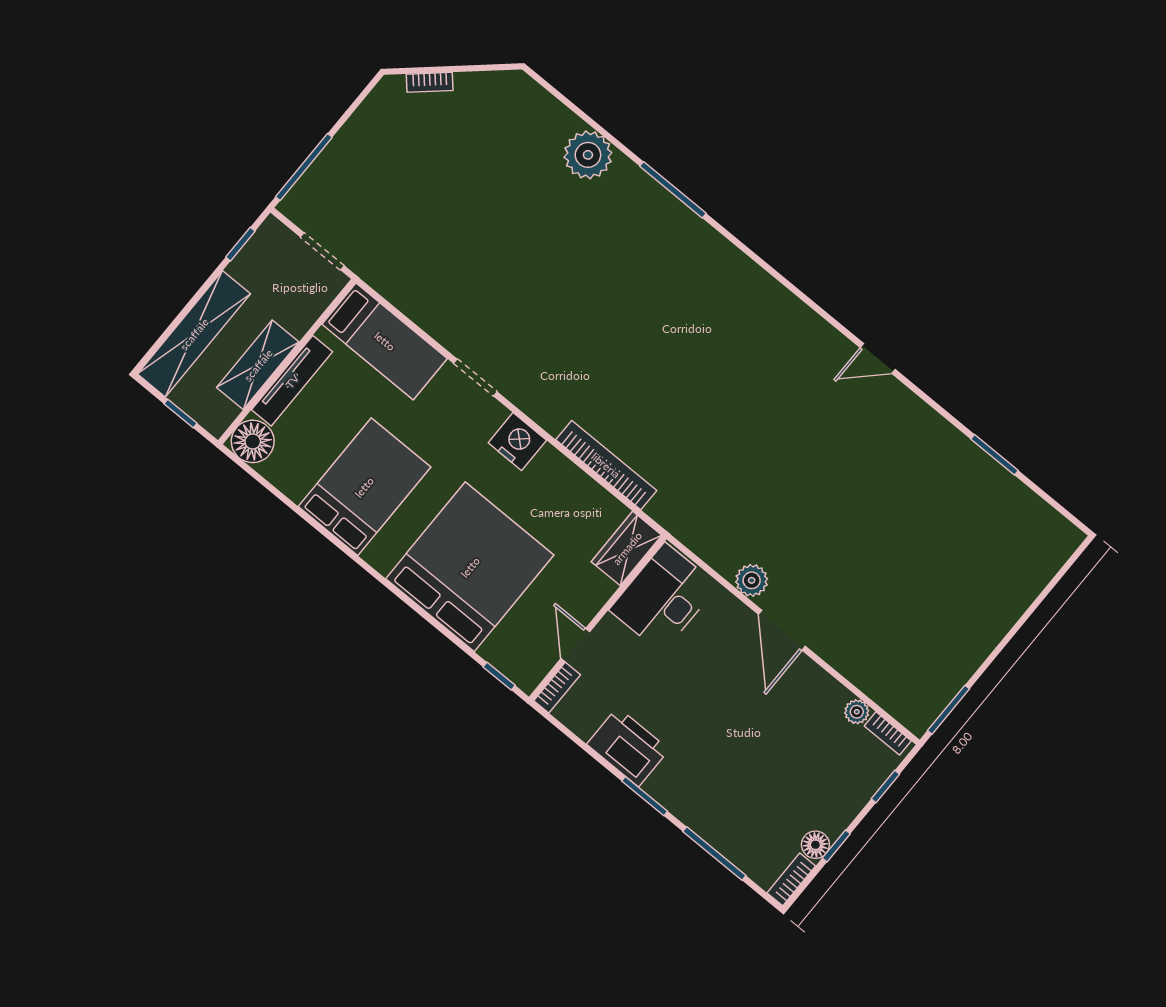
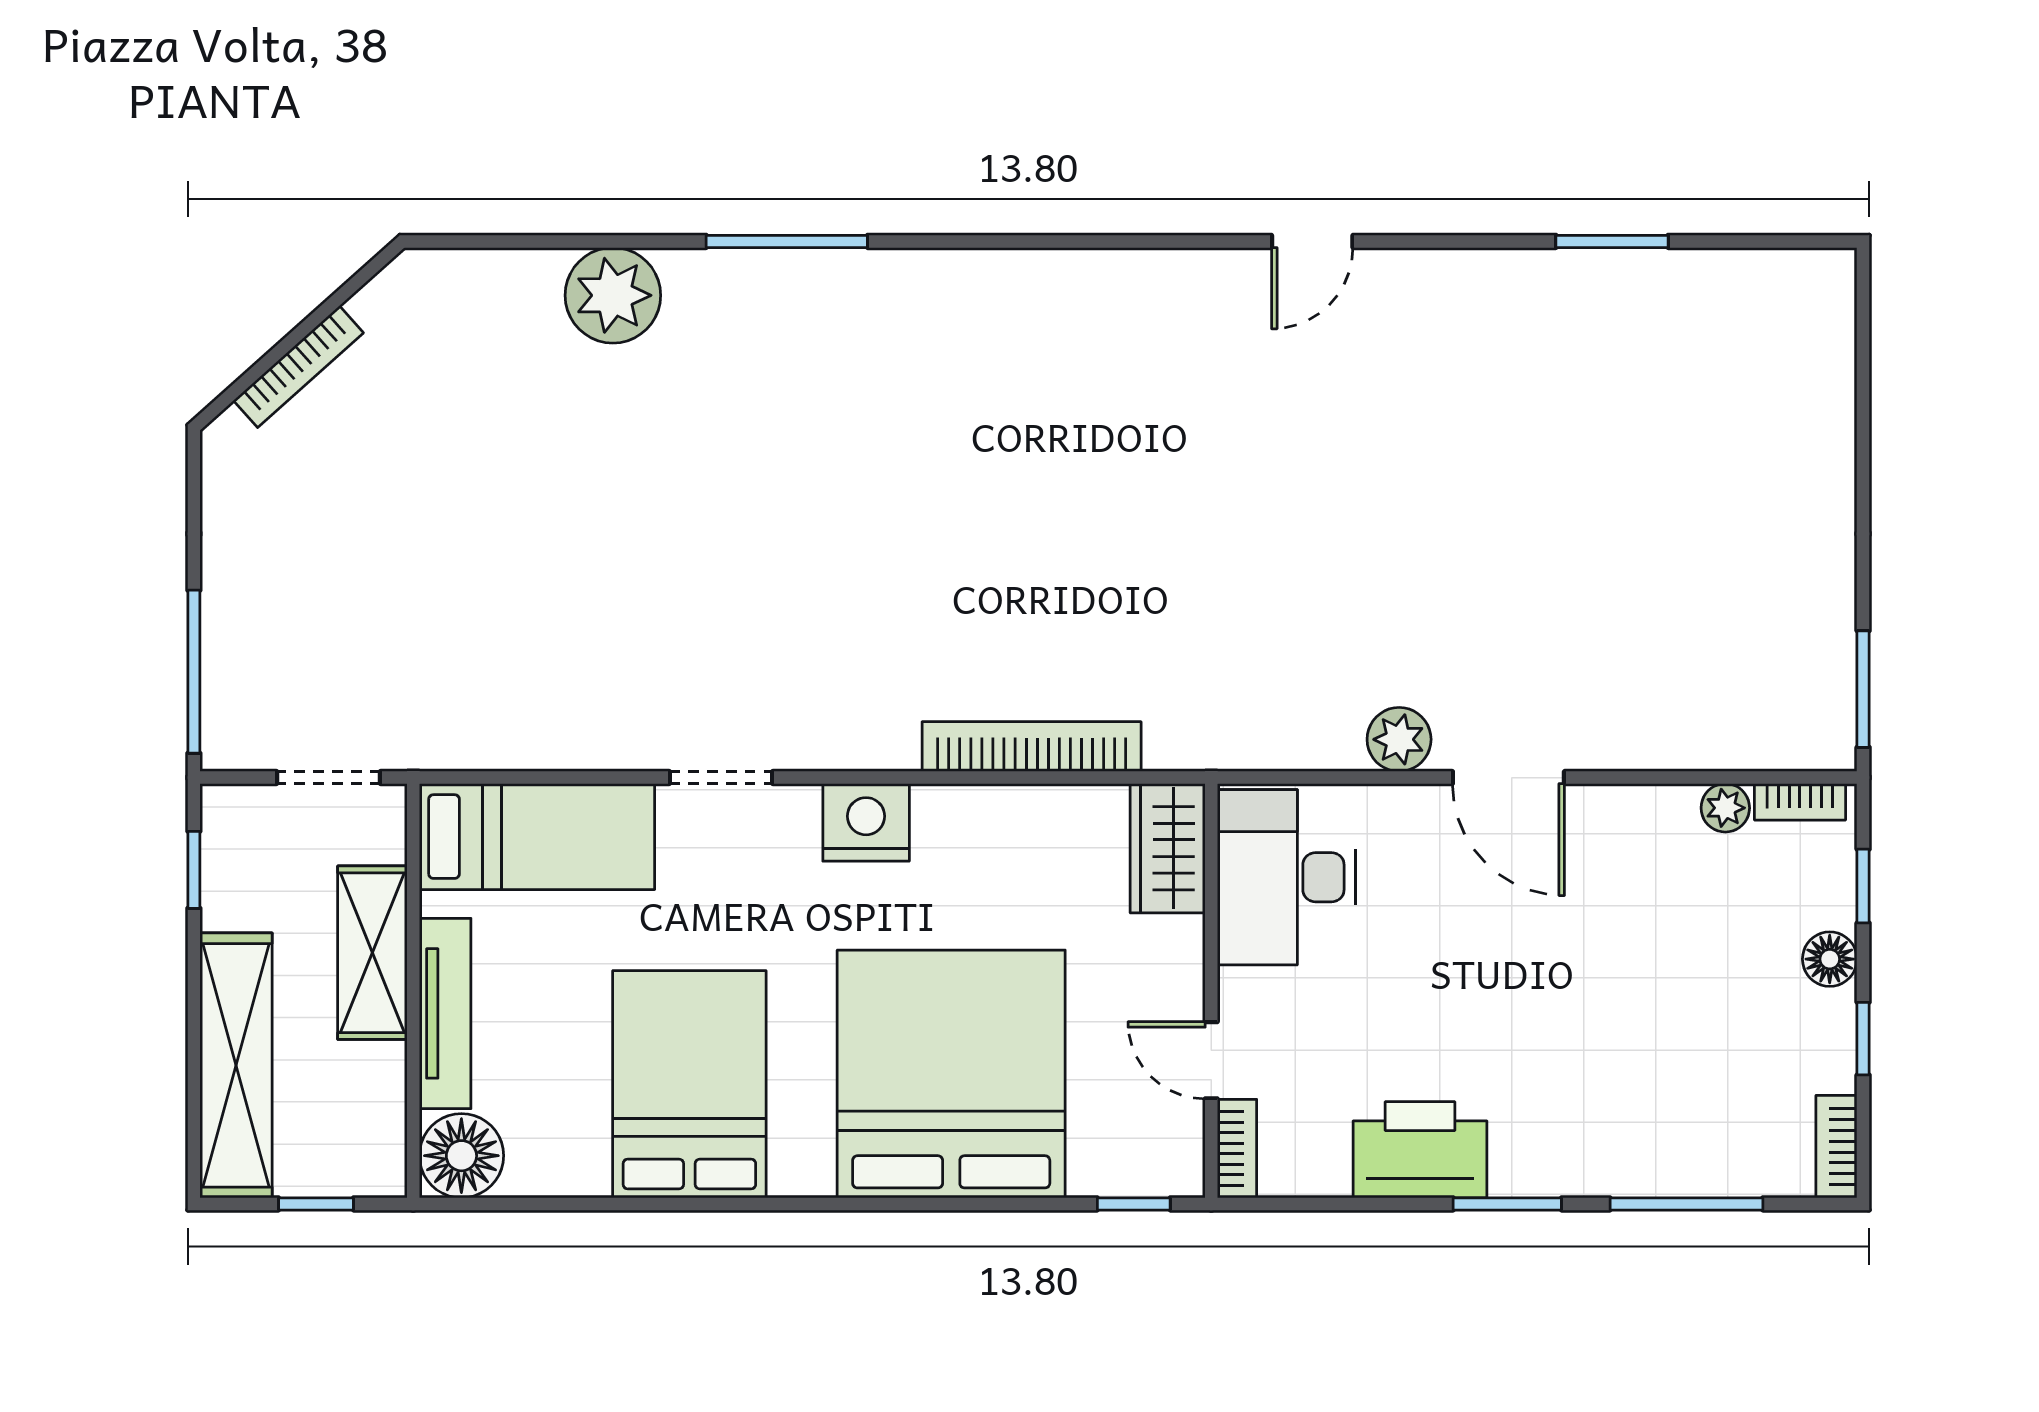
bookcase: (430, 82) -> (298, 367), width x1.56
shelving: (258, 365) -> (372, 953), moved
floor lamp: (815, 845) -> (1830, 959), moved

